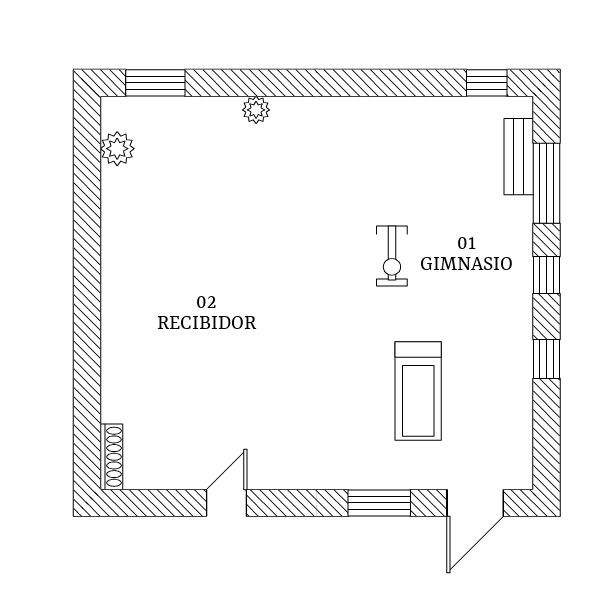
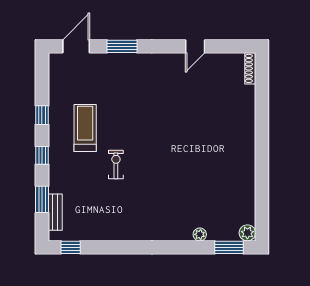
plant: (256, 110) -> (200, 234), moved
plant: (117, 149) -> (247, 233), moved
window: (547, 183) -> (42, 199), width x0.69
treadmill: (418, 391) -> (85, 128), moved

